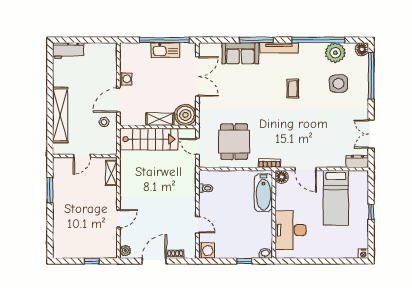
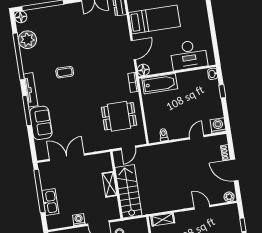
kitchen sink: (165, 50) -> (50, 202), moved
side table: (339, 84) -> (54, 33), removed
boiler: (185, 115) -> (102, 163), removed

